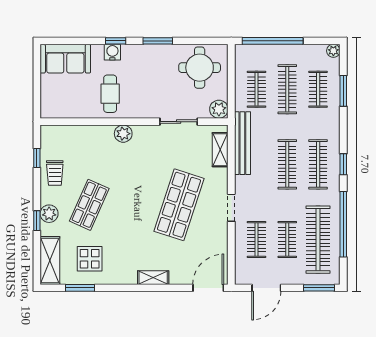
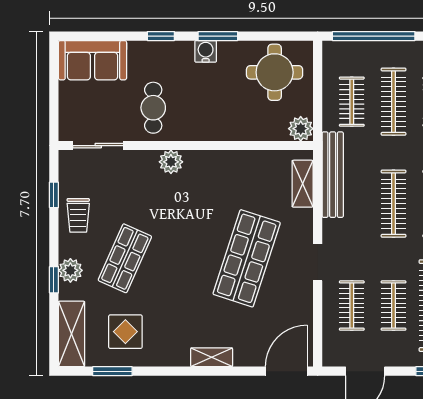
water cooler: (112, 52) -> (206, 51), moved
sliding door: (179, 122) -> (98, 146), moved

